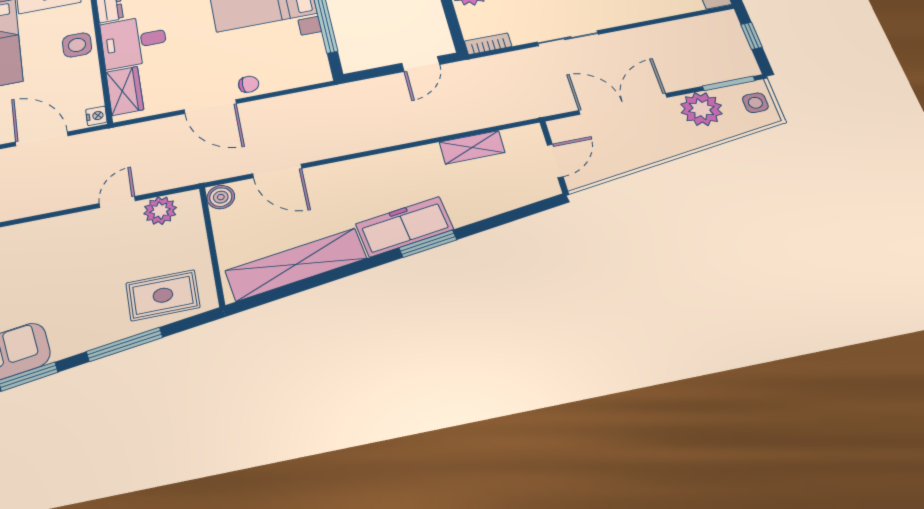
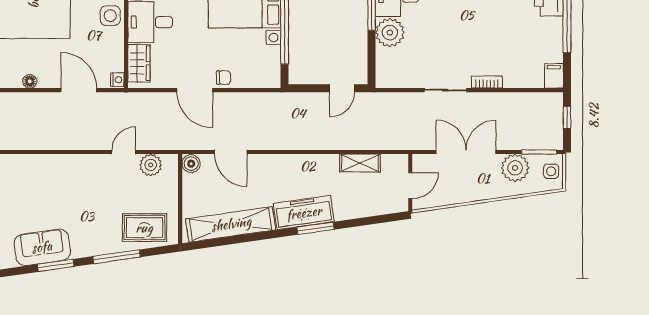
bookcase: (488, 44) -> (487, 82), moved

